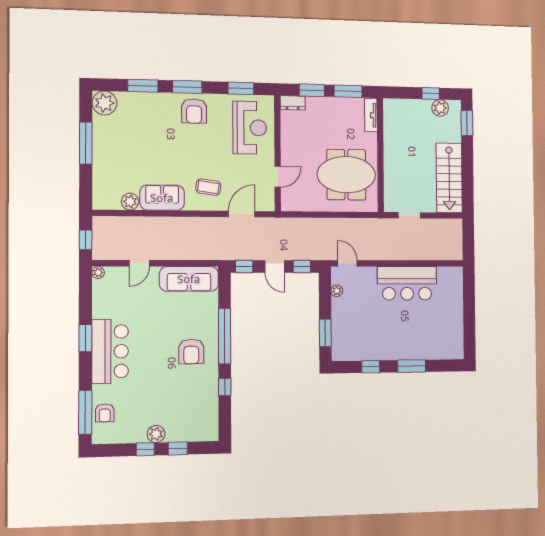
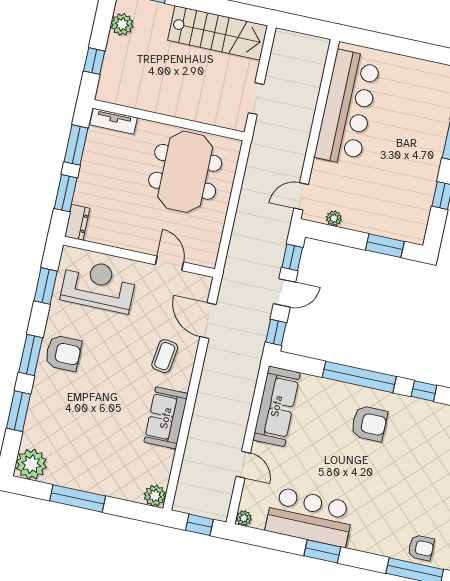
window: (431, 93) -> (94, 61), moved
plant: (130, 202) -> (155, 496), moved
bar counter: (407, 283) -> (348, 108), width x1.36
bar counter: (110, 351) -> (310, 517), moved

